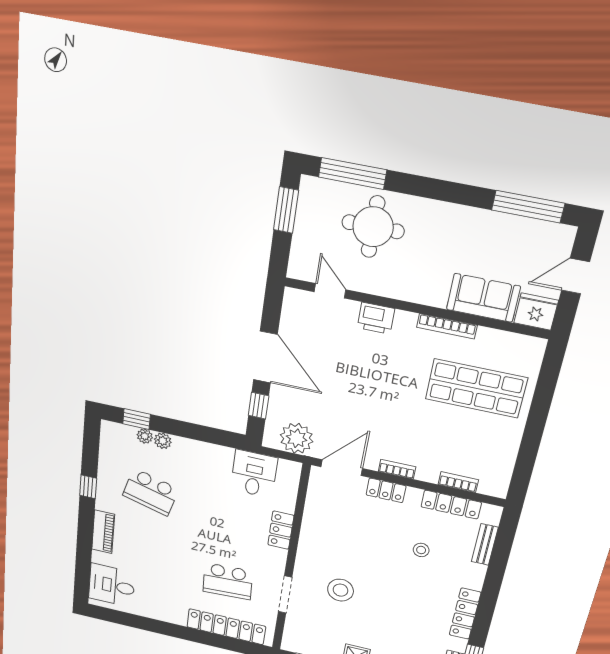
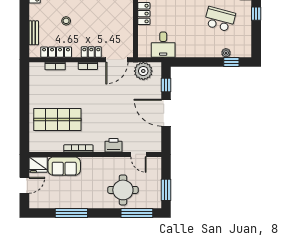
window: (528, 207) -> (71, 213), moved
plant: (163, 441) -> (216, 52), removed

